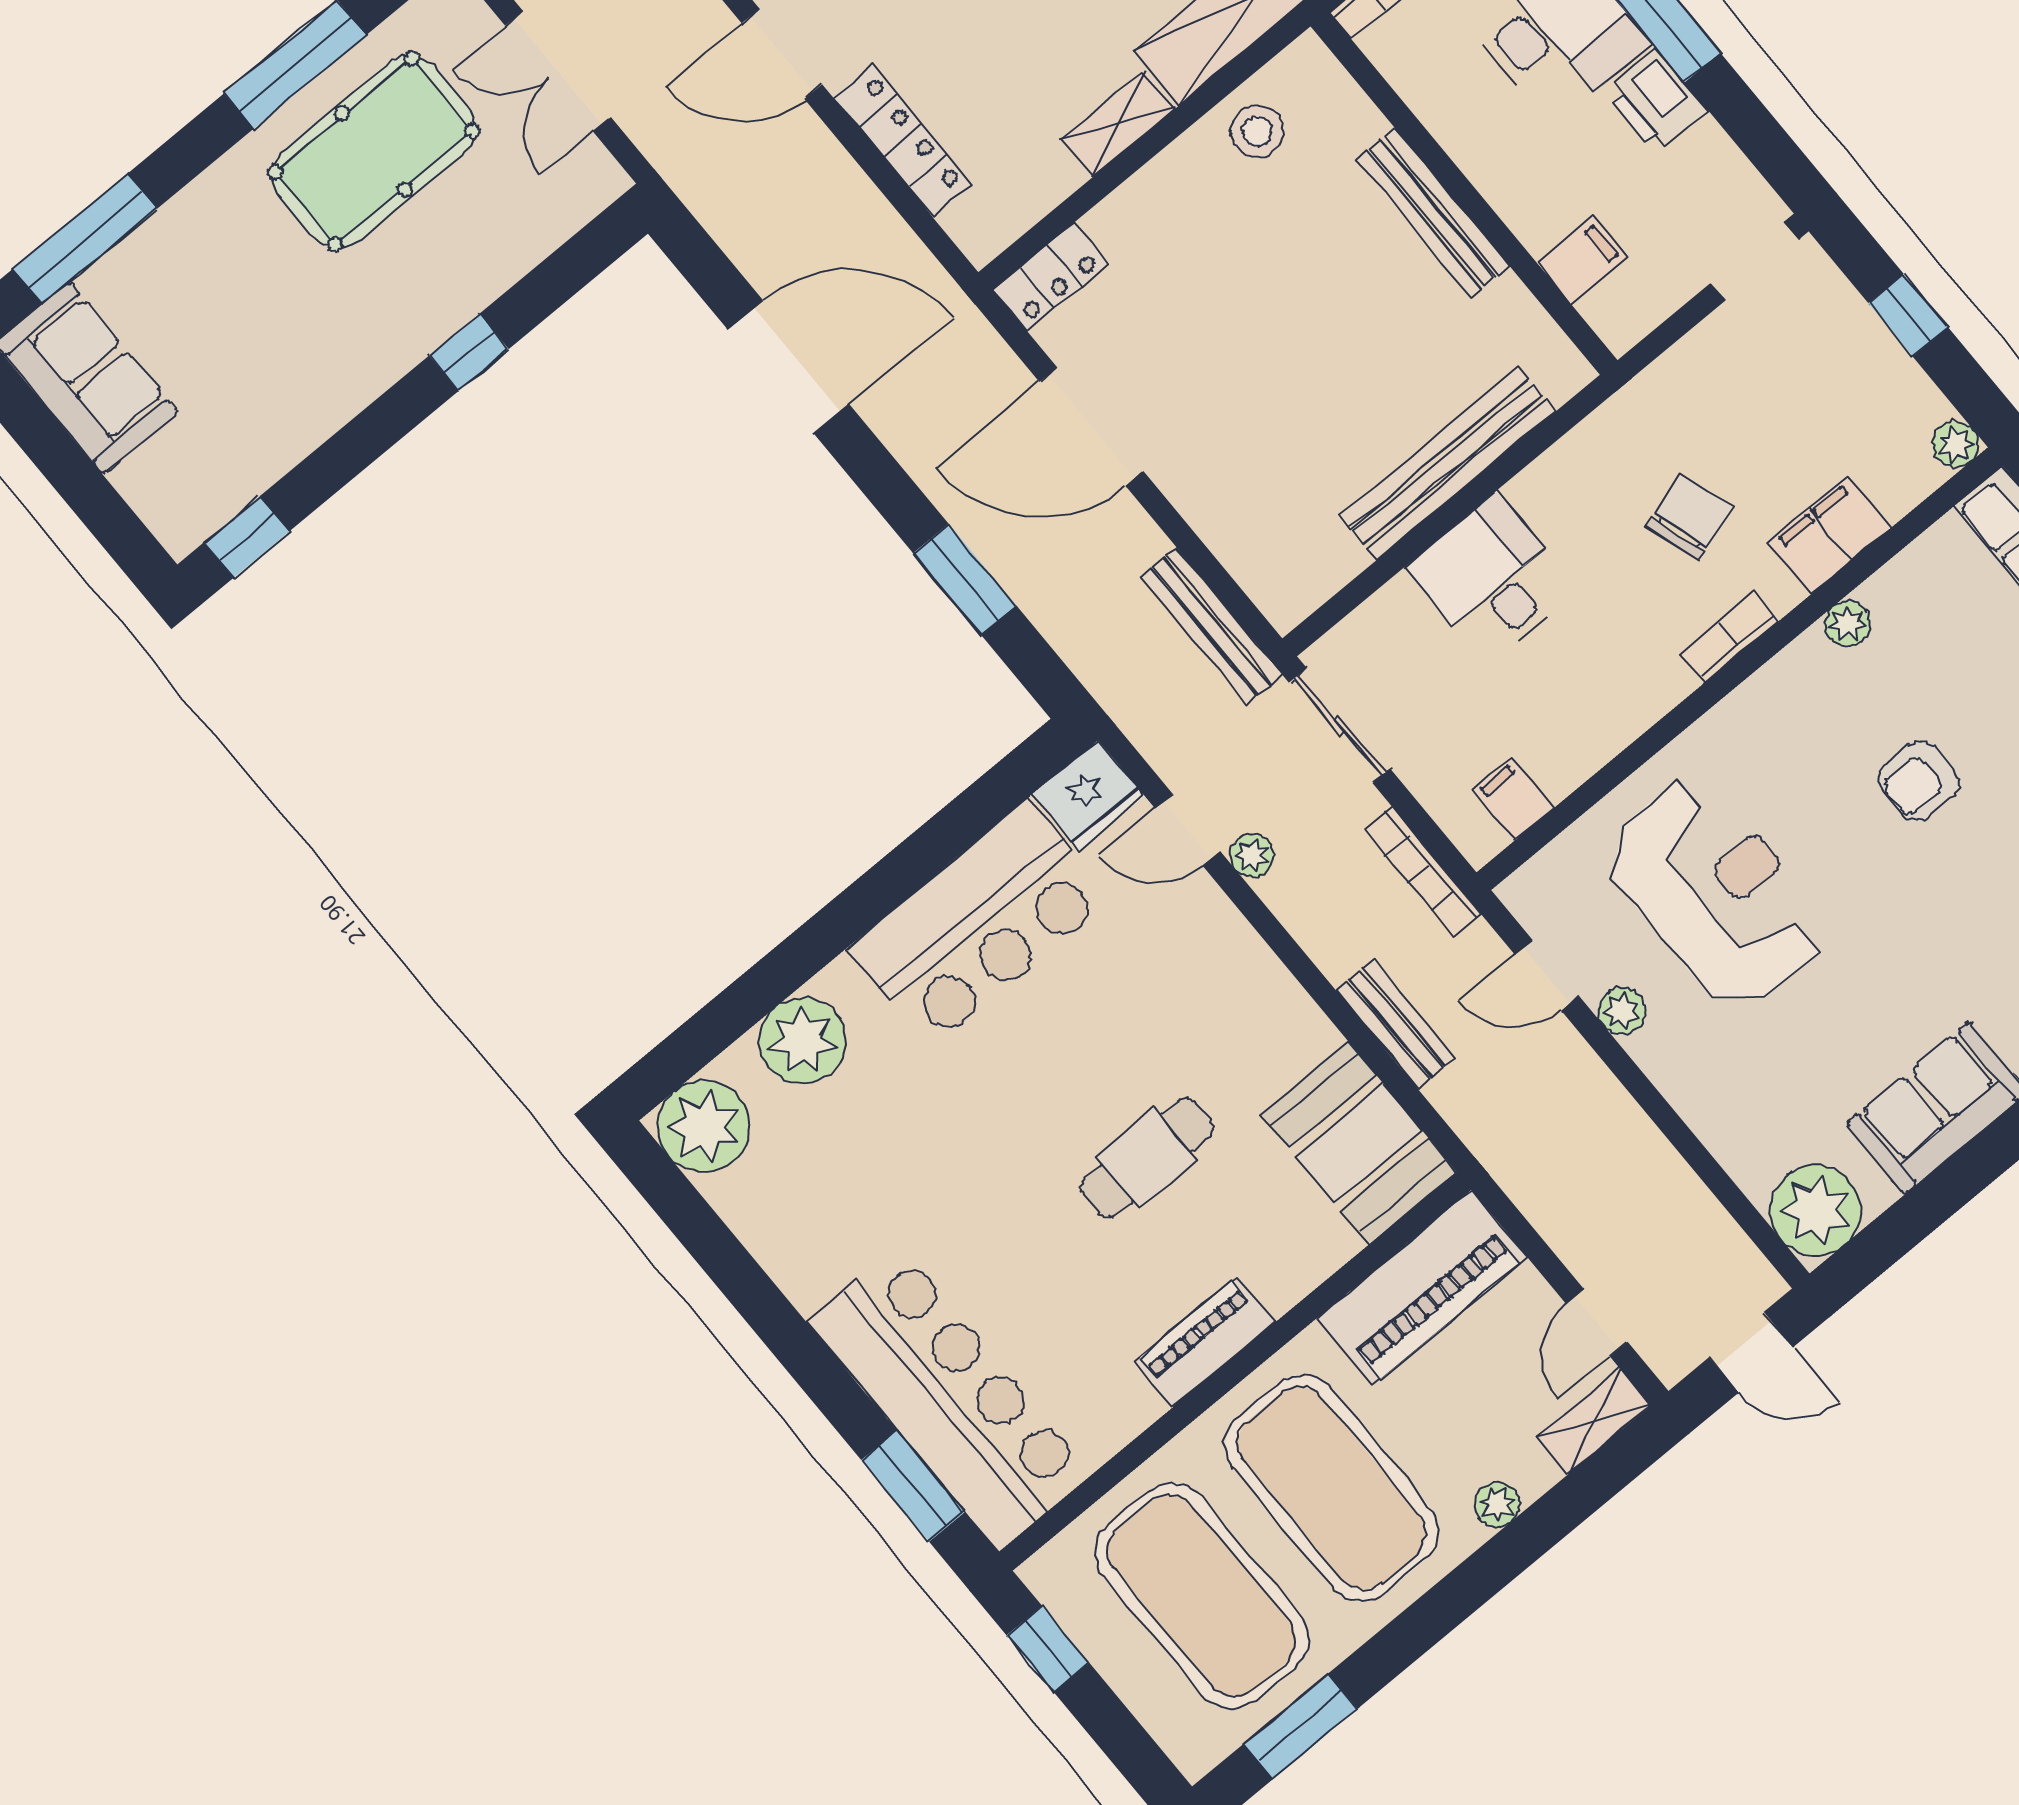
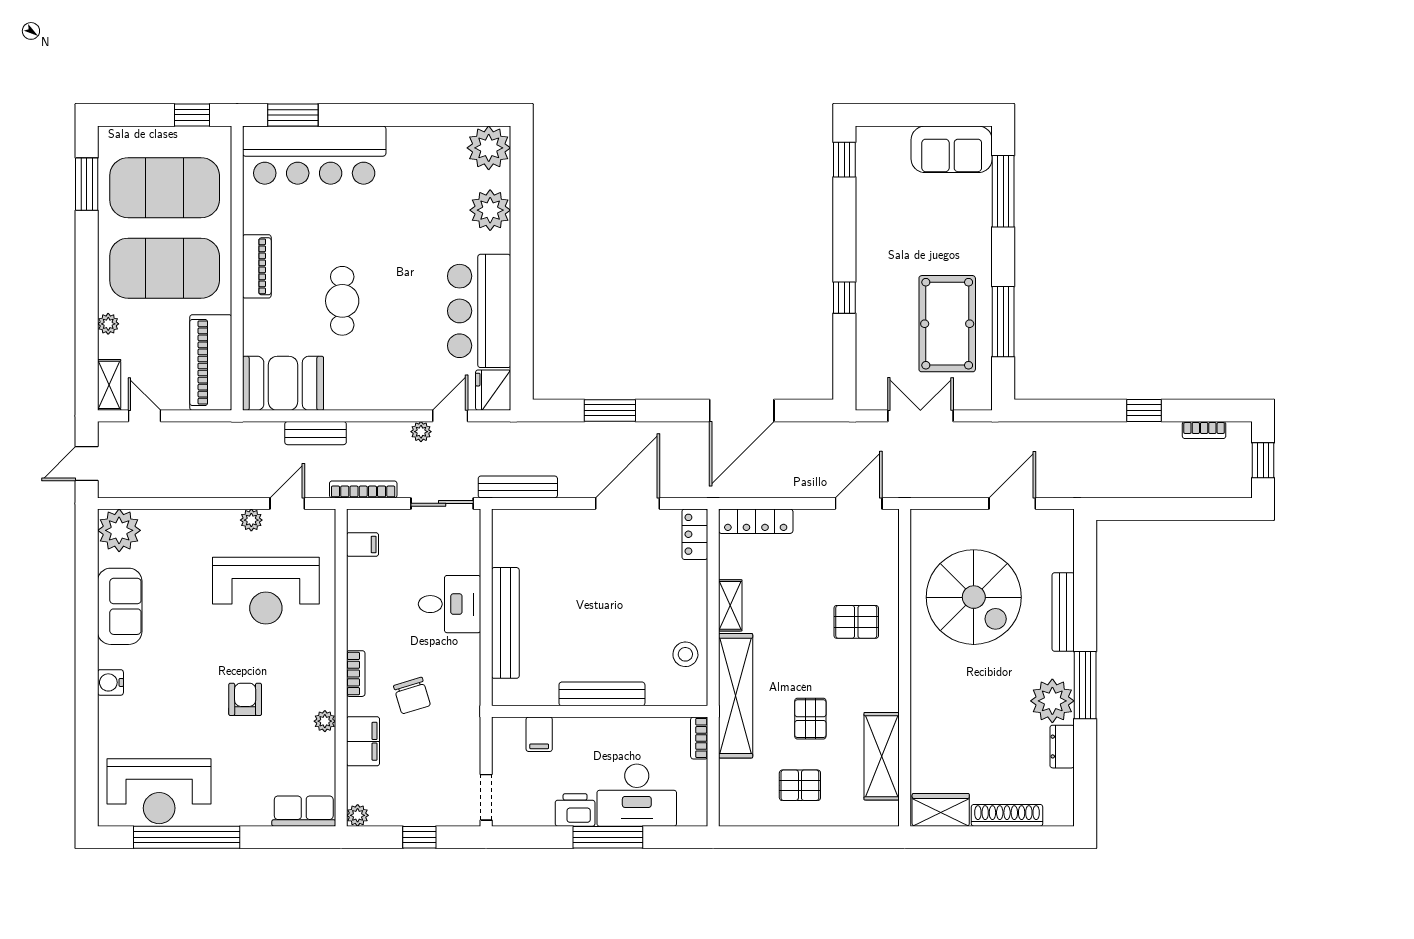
locker: (902, 141) -> (756, 521), moved

